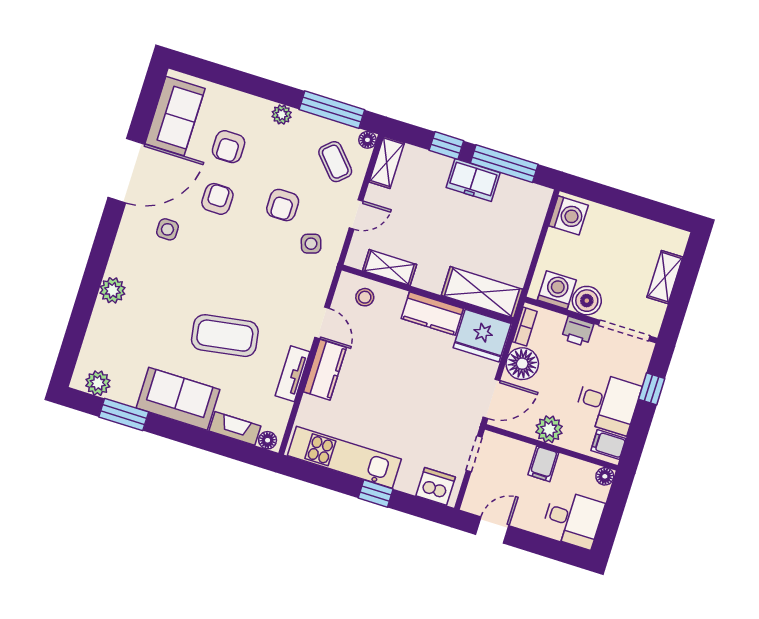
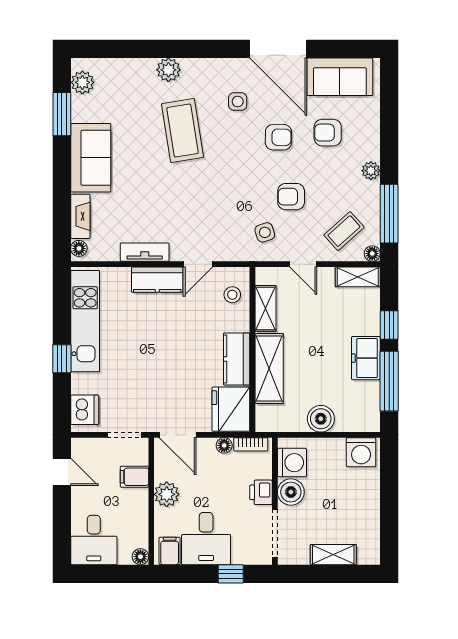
boiler: (521, 246) -> (321, 419), added
shelving: (482, 292) -> (269, 368), moved
coffee table: (225, 336) -> (183, 131), moved
floor lamp: (522, 364) -> (224, 445), width x0.53, depth x0.53
filing cabinet: (543, 464) -> (134, 477), moved

